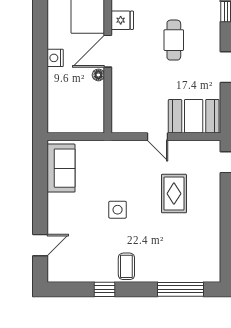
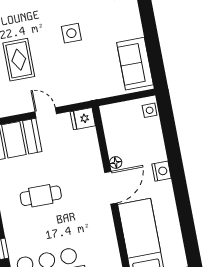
fridge: (122, 20) -> (83, 119), moved
cafe table: (174, 40) -> (41, 196), moved, turned 90
side table: (55, 120) -> (150, 110), added

